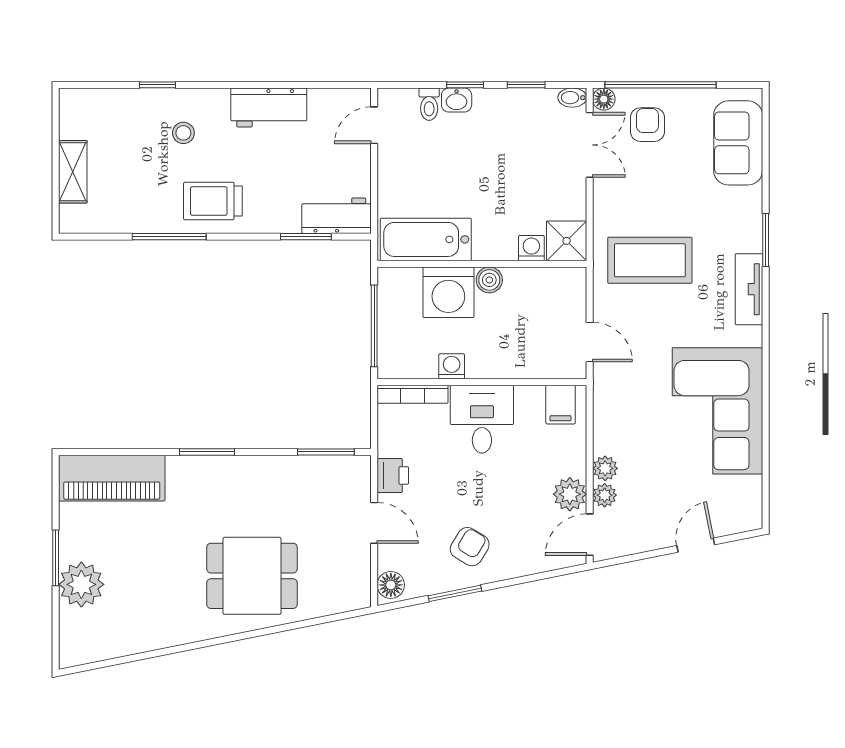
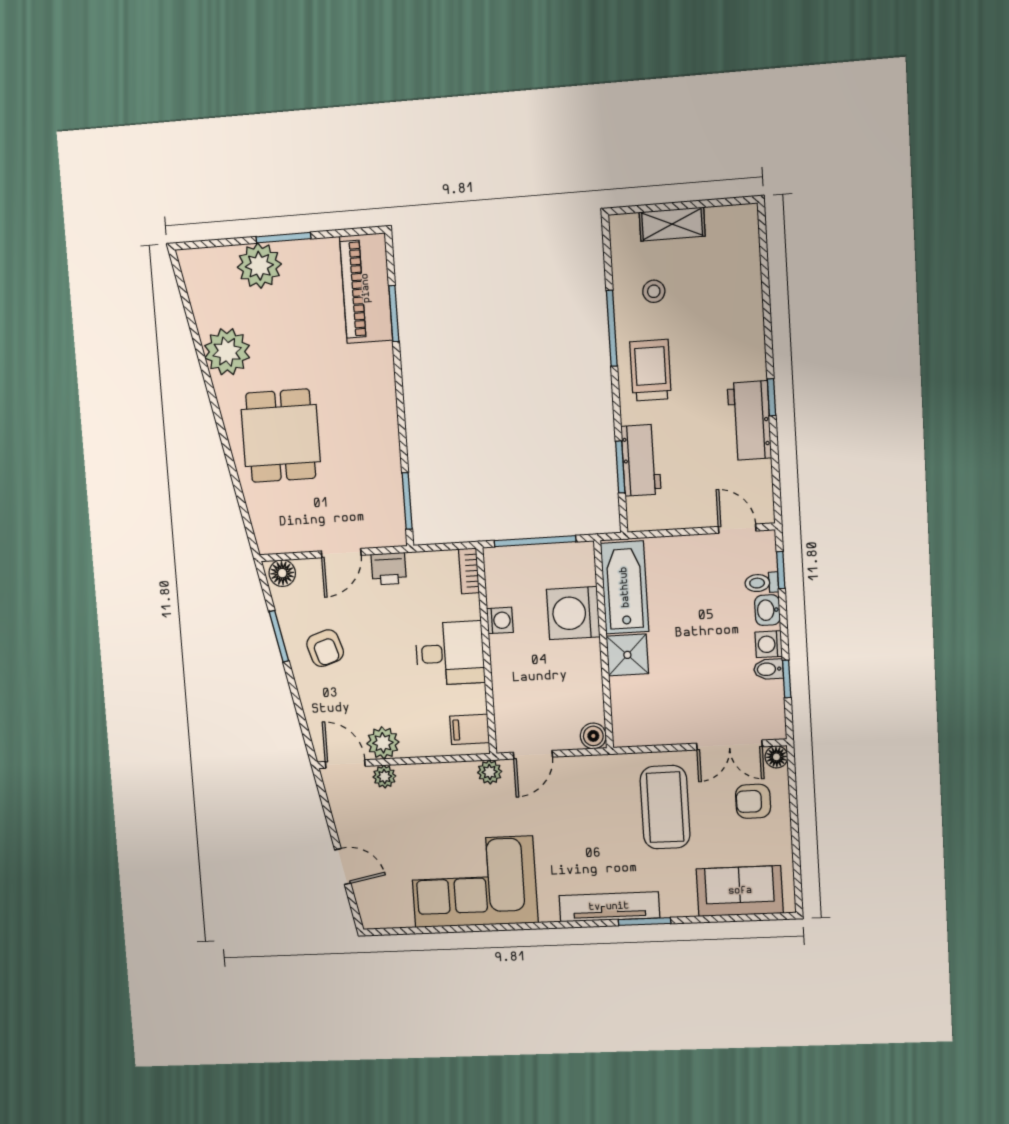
window: (157, 85) -> (771, 397), moved
window: (465, 85) -> (781, 570), moved
window: (661, 85) -> (794, 812), removed
bidet: (572, 98) -> (768, 669), moved, turned -90
armchair: (647, 125) -> (753, 801), turned 180
stool: (183, 133) -> (654, 291), moved
workbench: (337, 216) -> (641, 460), moved
shower: (567, 241) -> (627, 655), moved
washing machine: (531, 248) -> (769, 644), moved, turned 180
coffee table: (650, 260) -> (665, 807), moved
boiler: (489, 280) -> (593, 736), moved
tv unit: (749, 289) -> (609, 907), width x1.41
bookcase: (413, 394) -> (469, 571), width x0.64
window: (207, 452) -> (394, 314), moved
plant: (605, 468) -> (490, 772), moved
armchair: (470, 547) -> (325, 648), turned 41
plant: (164, 624) -> (227, 352), added

